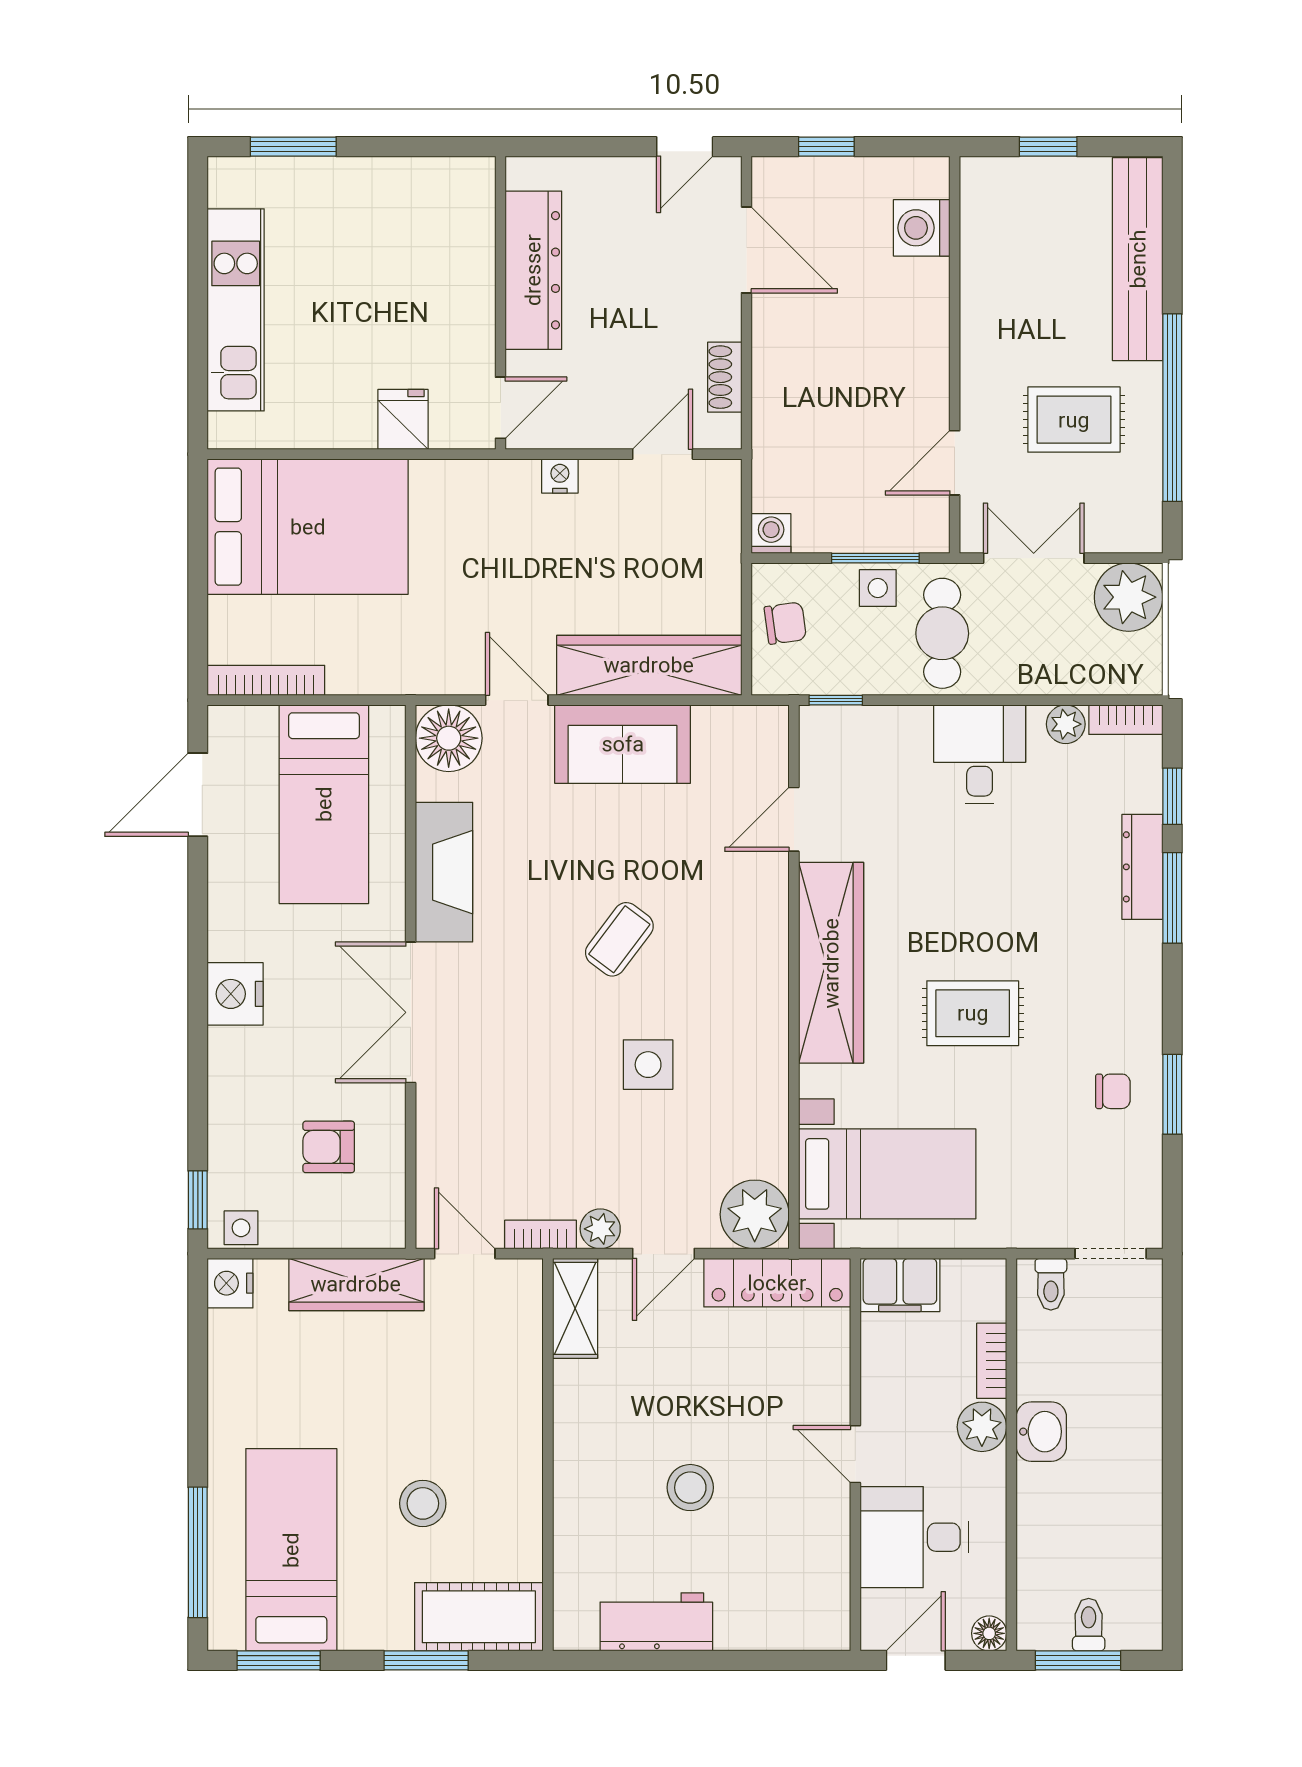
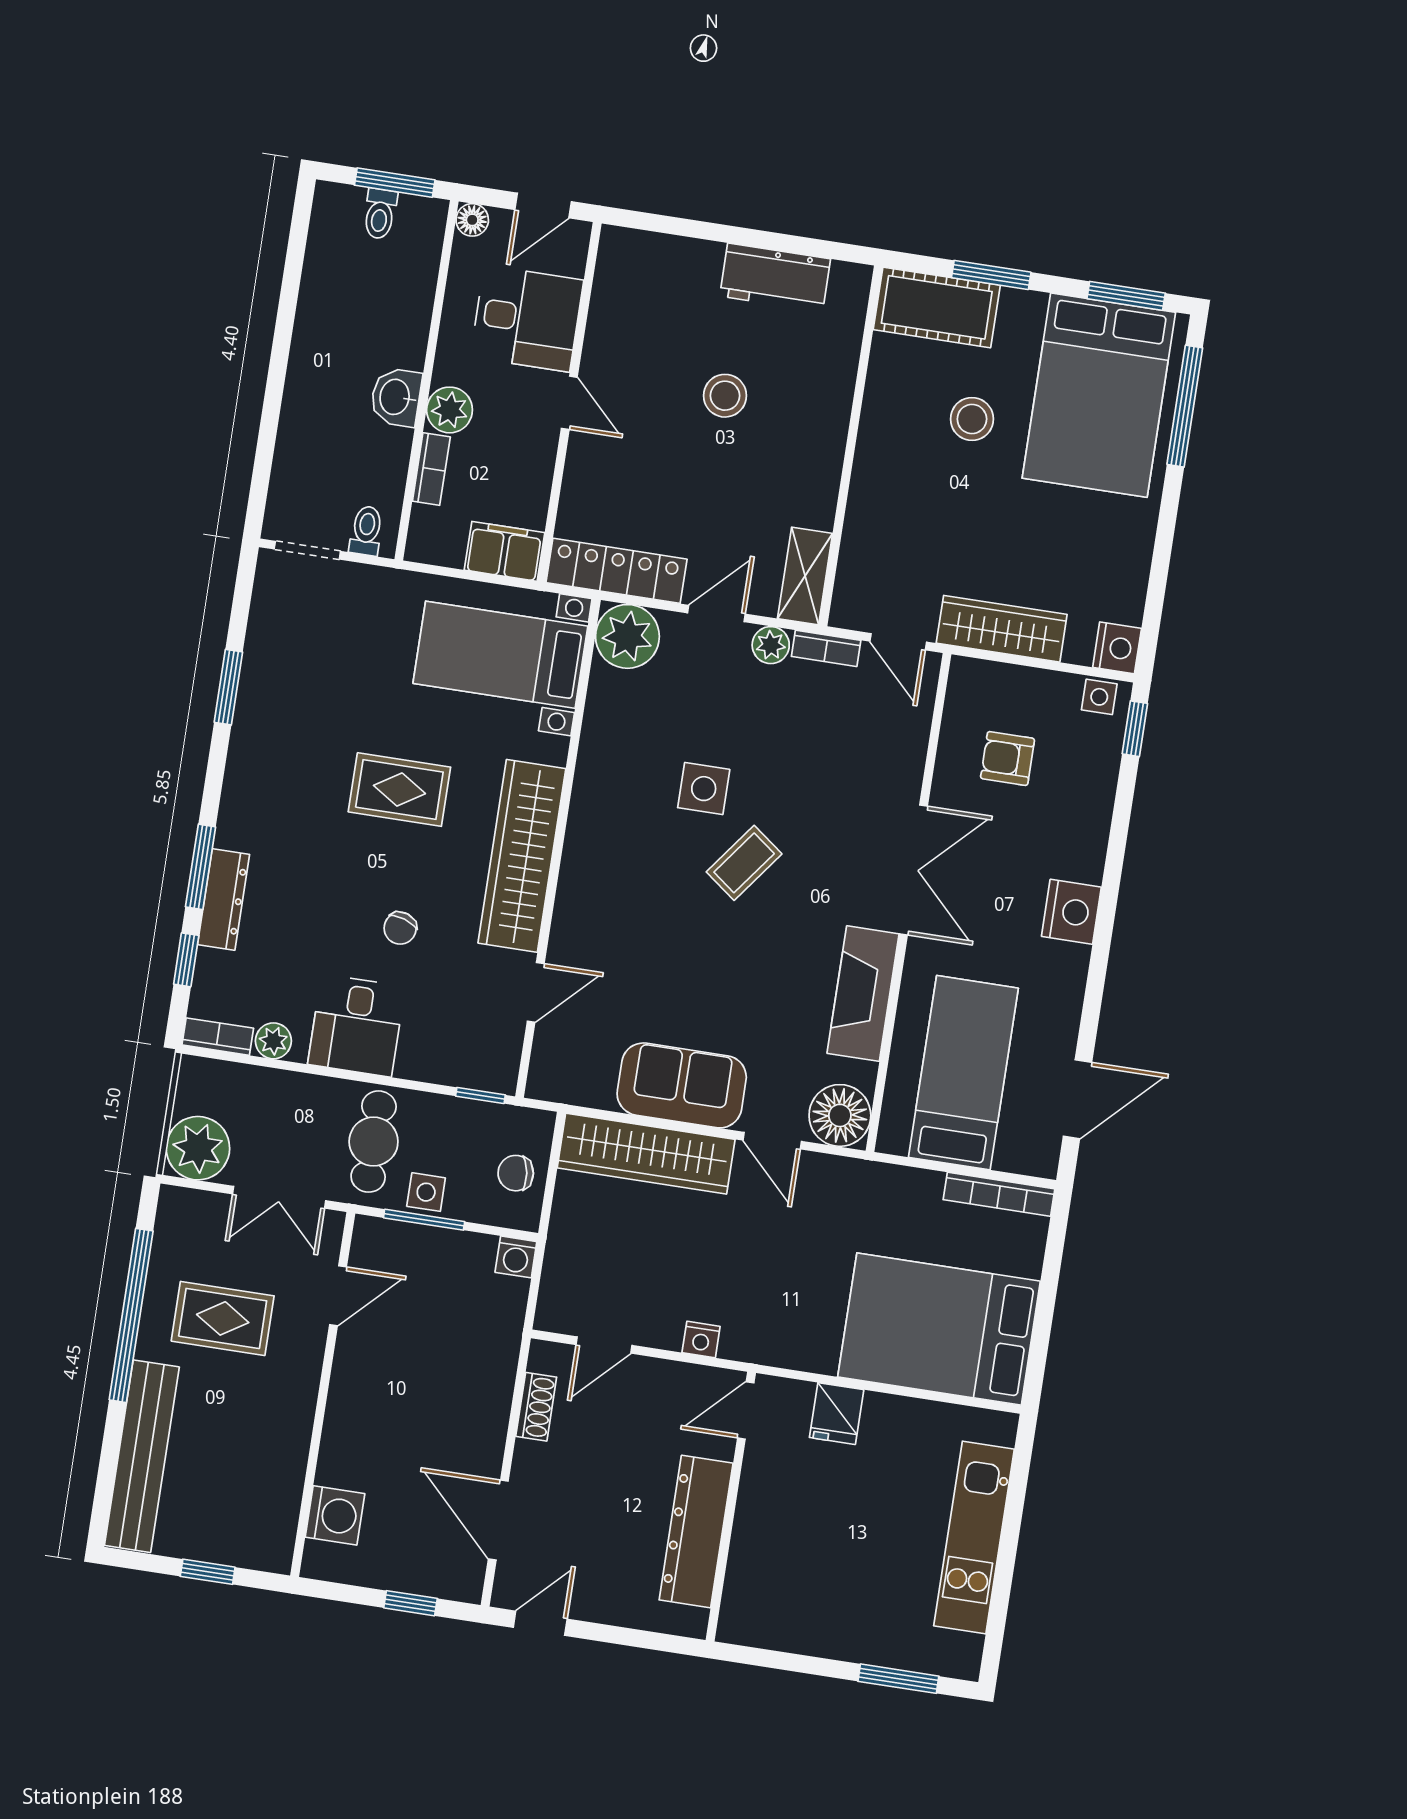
coffee table: (619, 939) -> (744, 863), moved
chair: (1113, 1091) -> (400, 928), moved, turned -72
armchair: (329, 1147) -> (1008, 758), turned 180
bed: (291, 1550) -> (1099, 395), width x1.50

